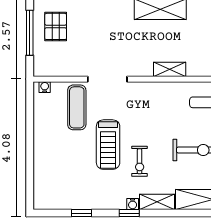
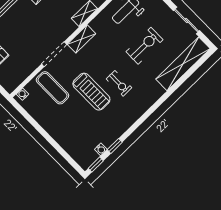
shelving: (157, 202) -> (82, 39), moved
water cooler: (133, 204) -> (101, 149), moved
window: (129, 213) -> (96, 165), moved

